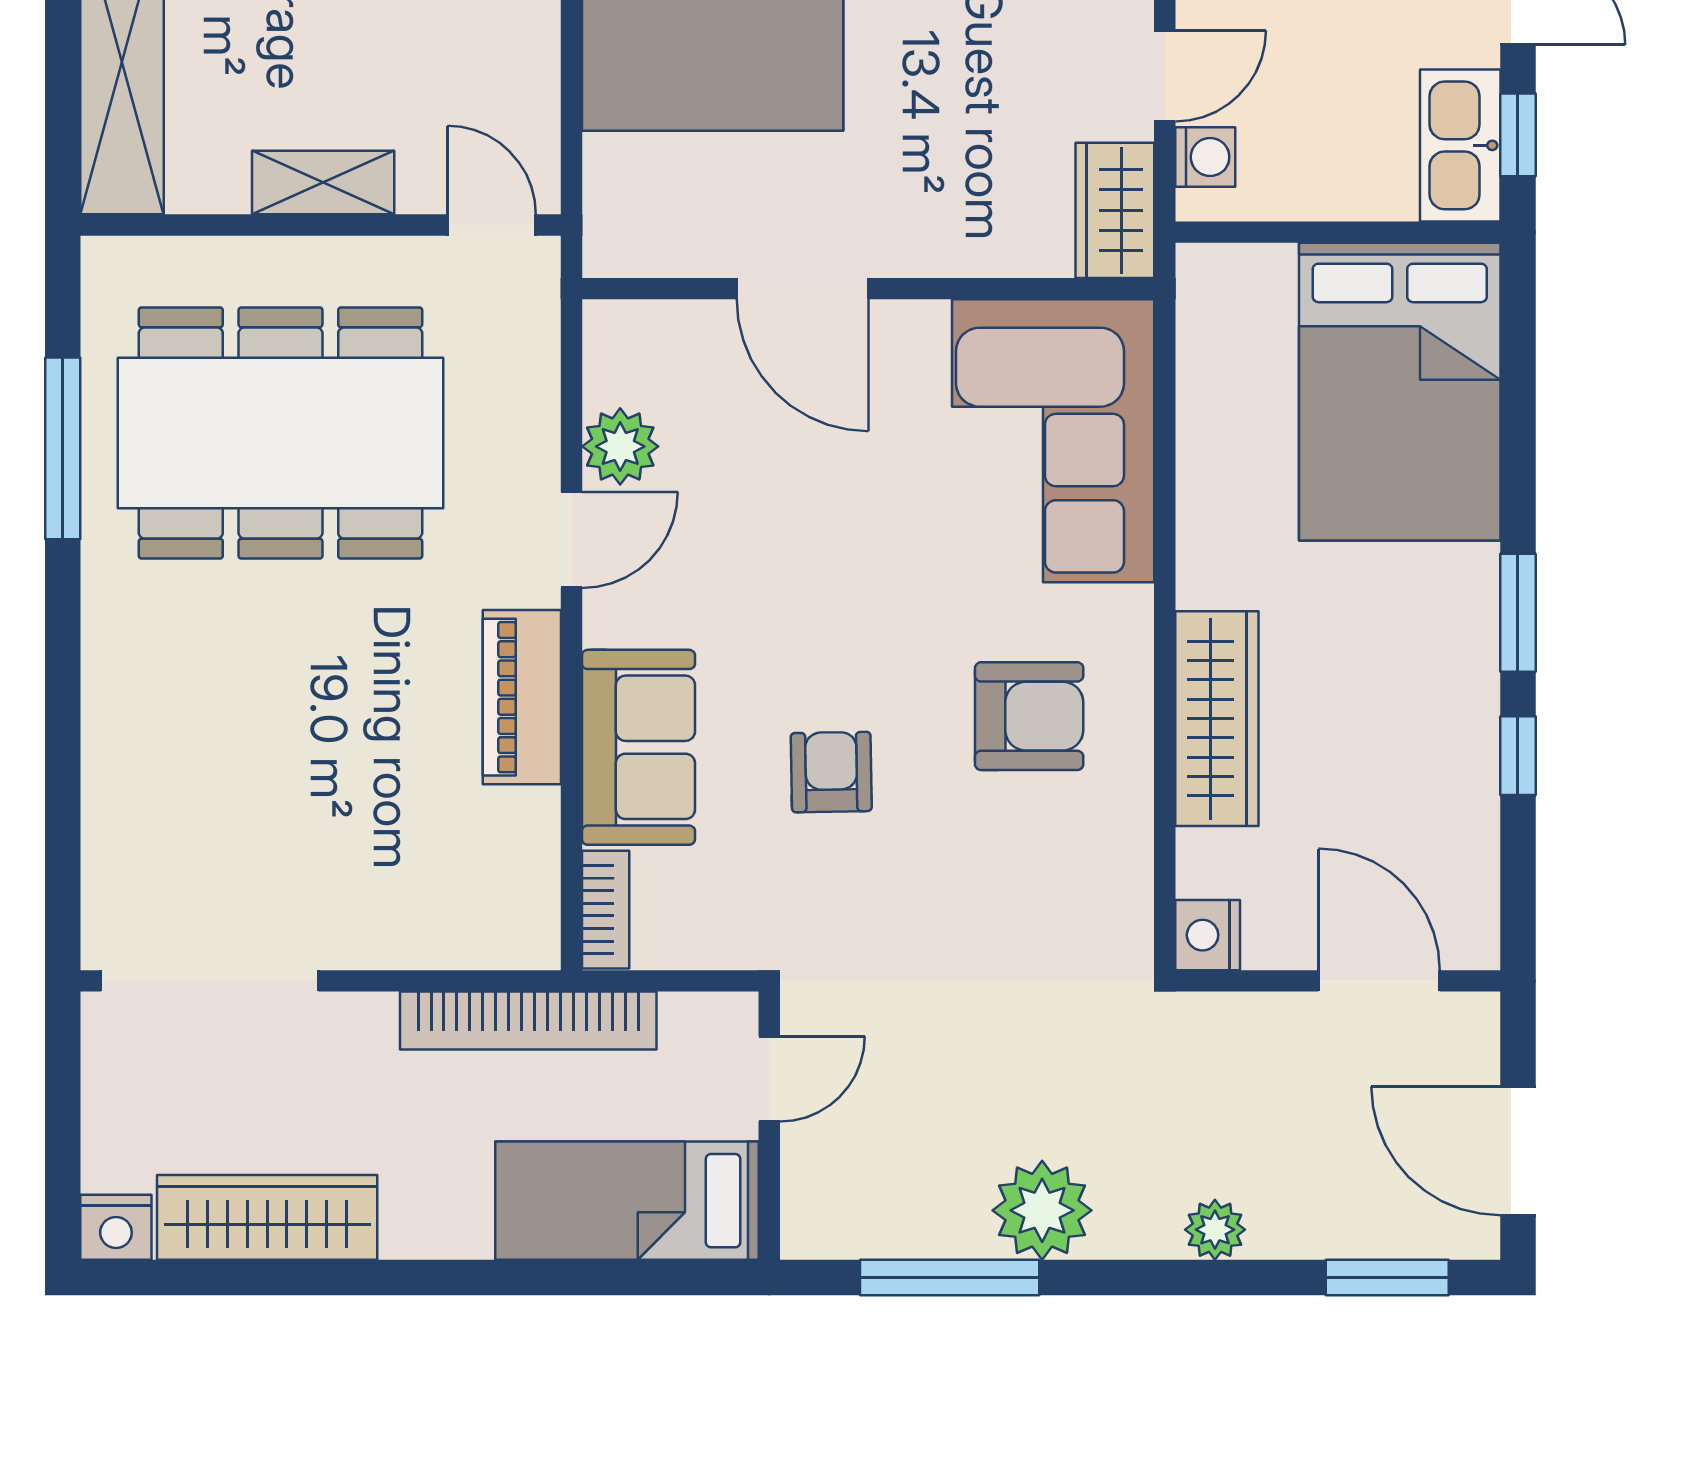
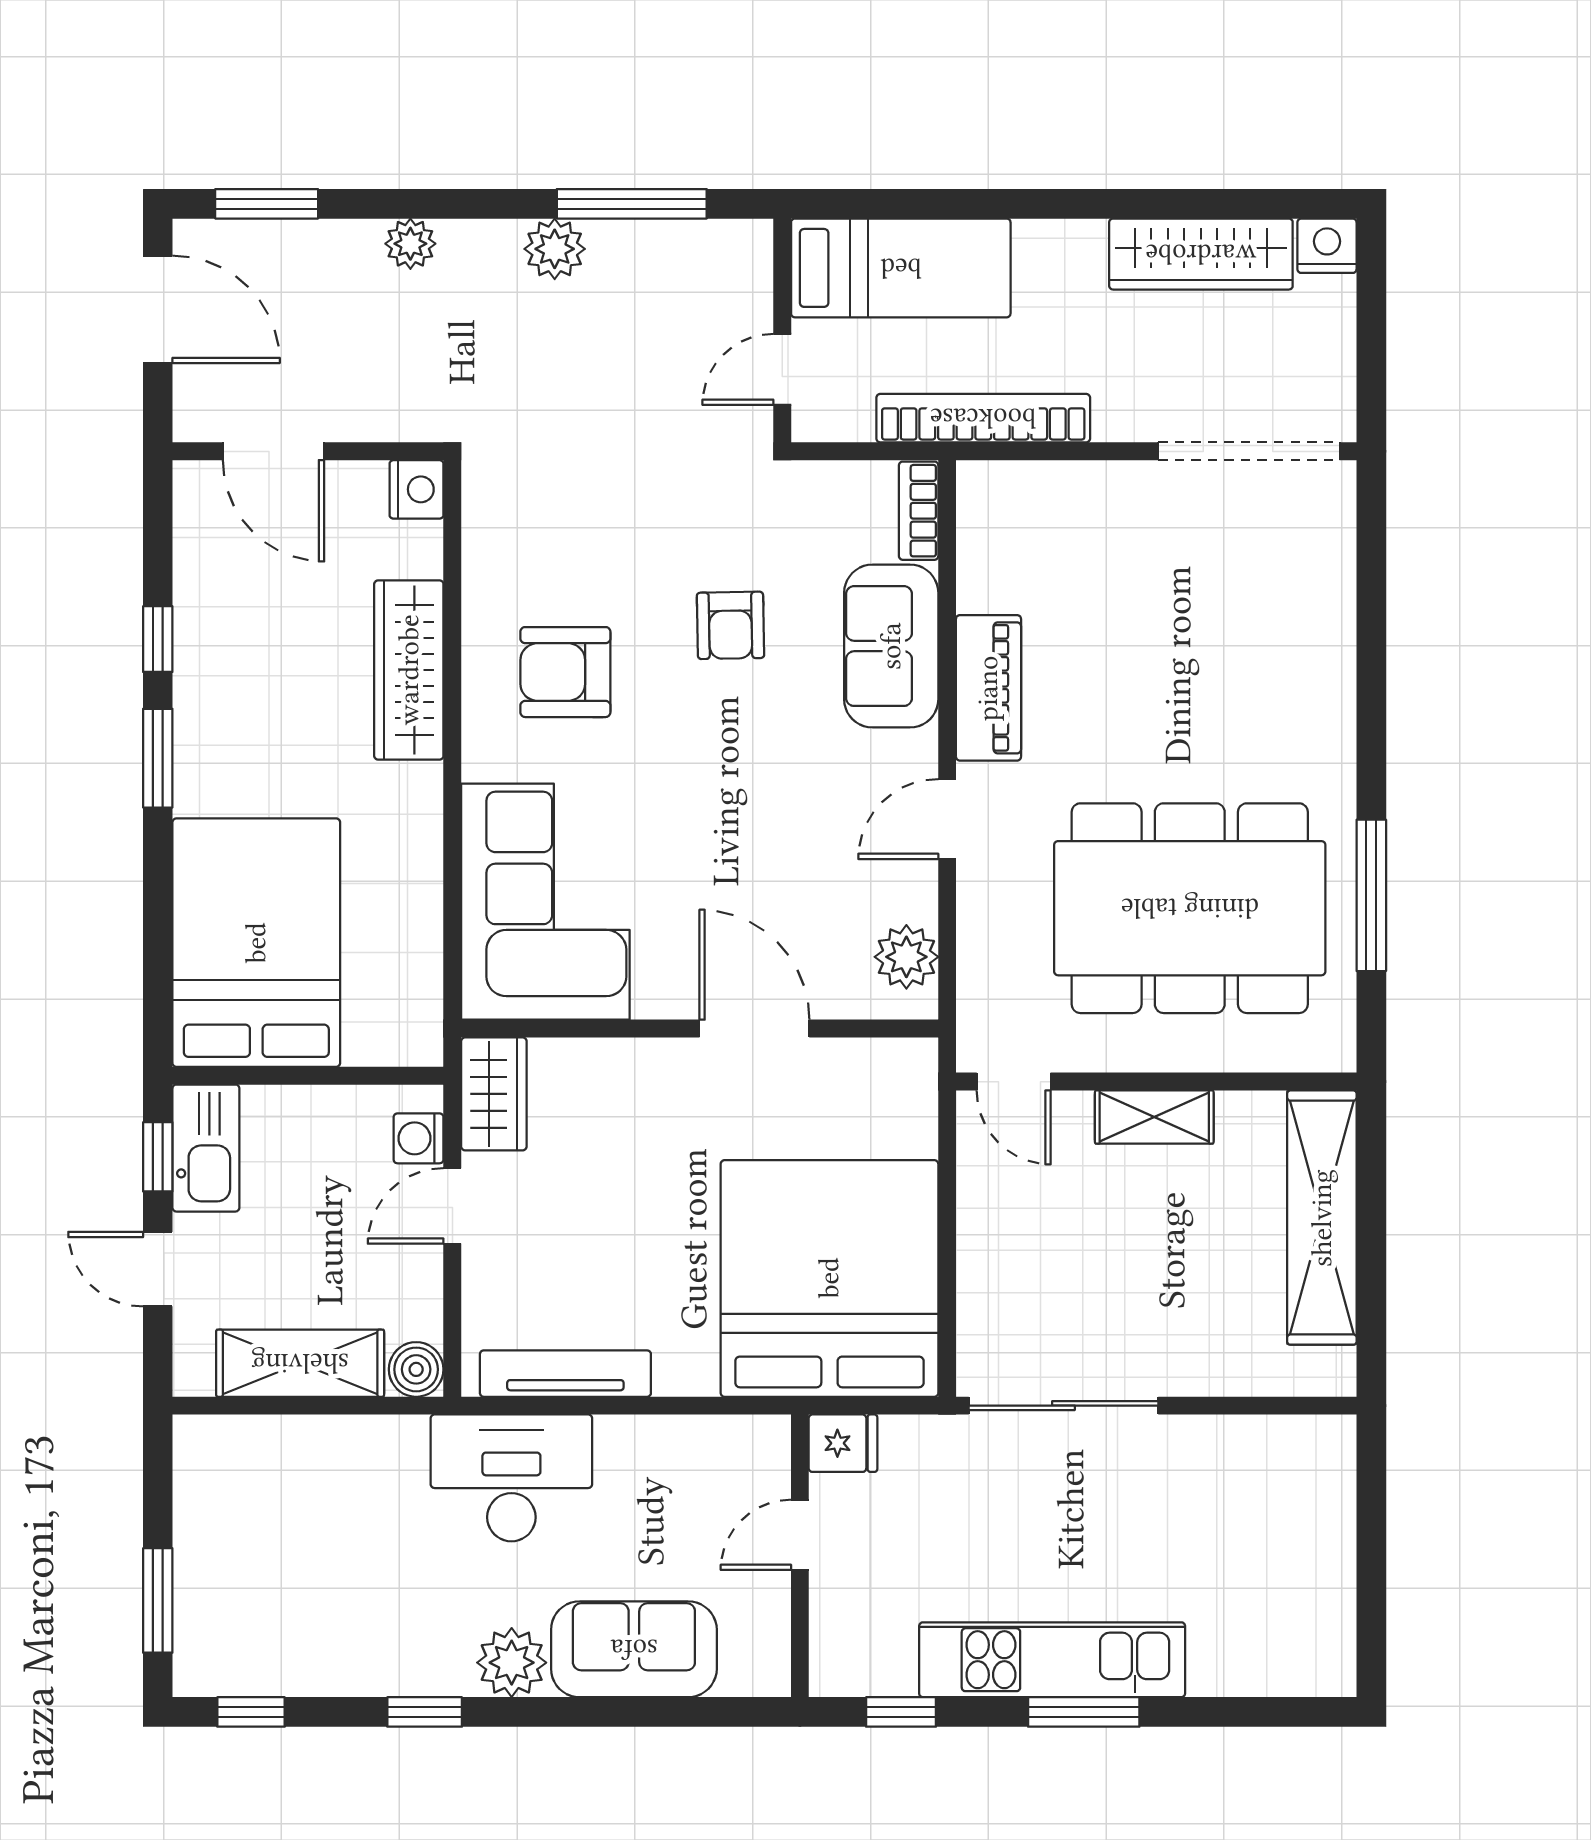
plant: (620, 446) -> (906, 957), moved
plant: (1042, 1210) -> (555, 249), width x0.73, depth x0.73

